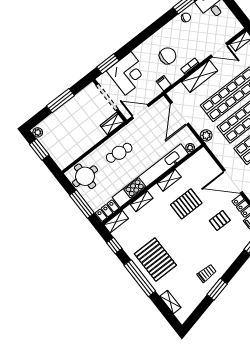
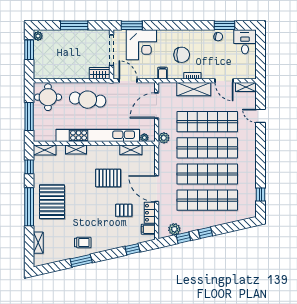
cafe table: (119, 153) -> (88, 100), width x1.37, depth x1.35
shelving: (169, 180) -> (131, 150), moved
locker: (107, 211) -> (44, 136), removed

